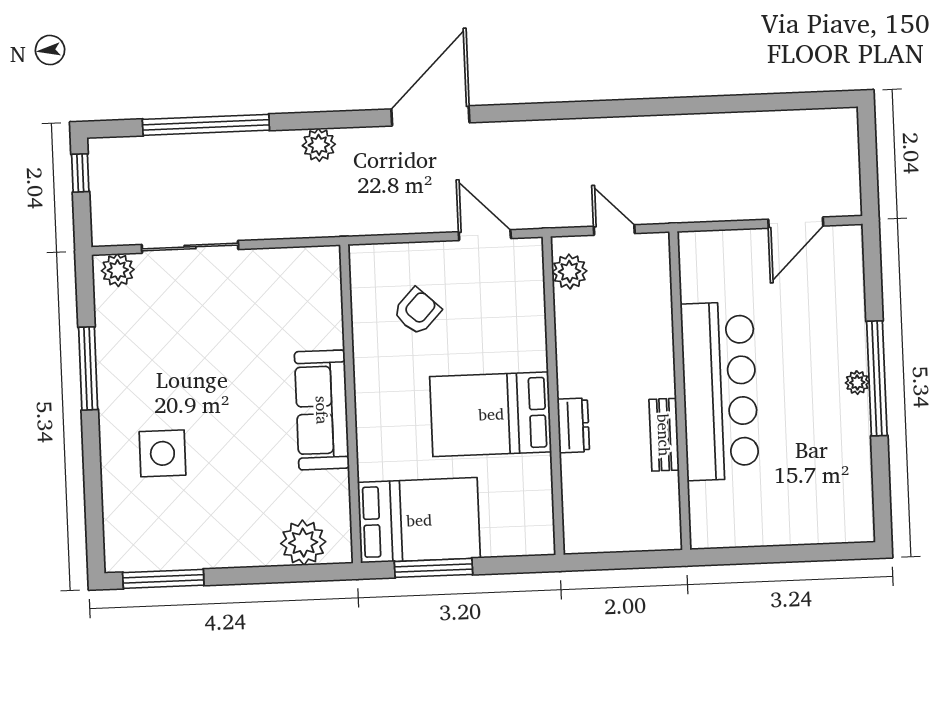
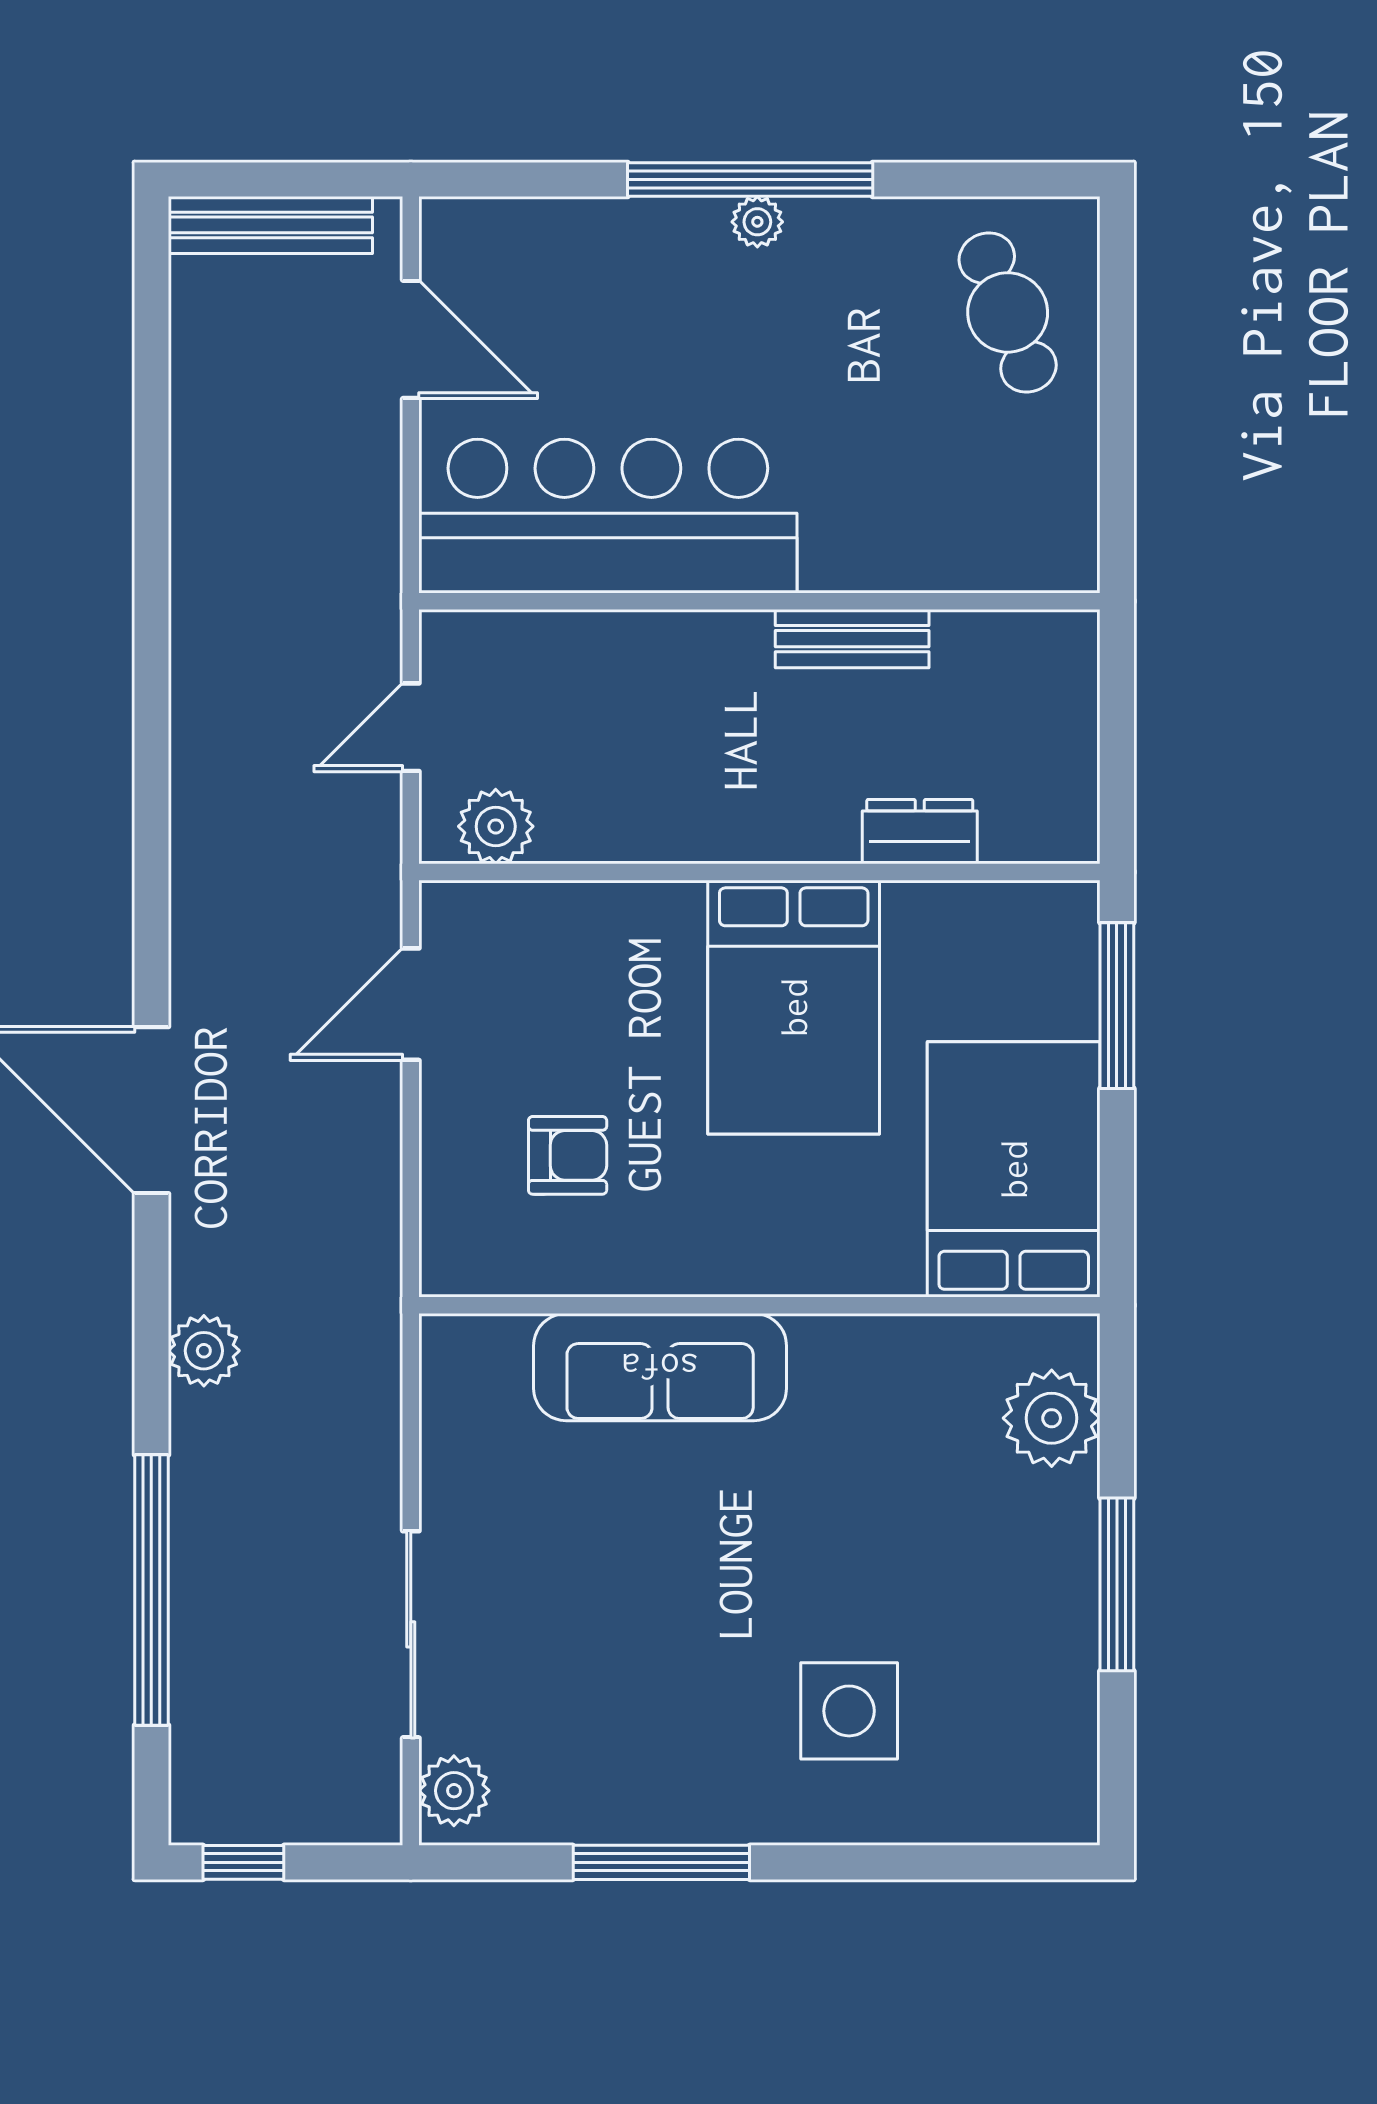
bench: (847, 155) -> (270, 225), added
armchair: (417, 311) -> (568, 1155), turned 137
bar counter: (720, 391) -> (608, 516), moved
sofa: (322, 410) -> (660, 1367), moved
dresser: (573, 425) -> (920, 832), moved
cafe table: (819, 501) -> (1008, 312), added
window: (433, 568) -> (1117, 1006), moved
window: (163, 579) -> (1117, 1584), moved

